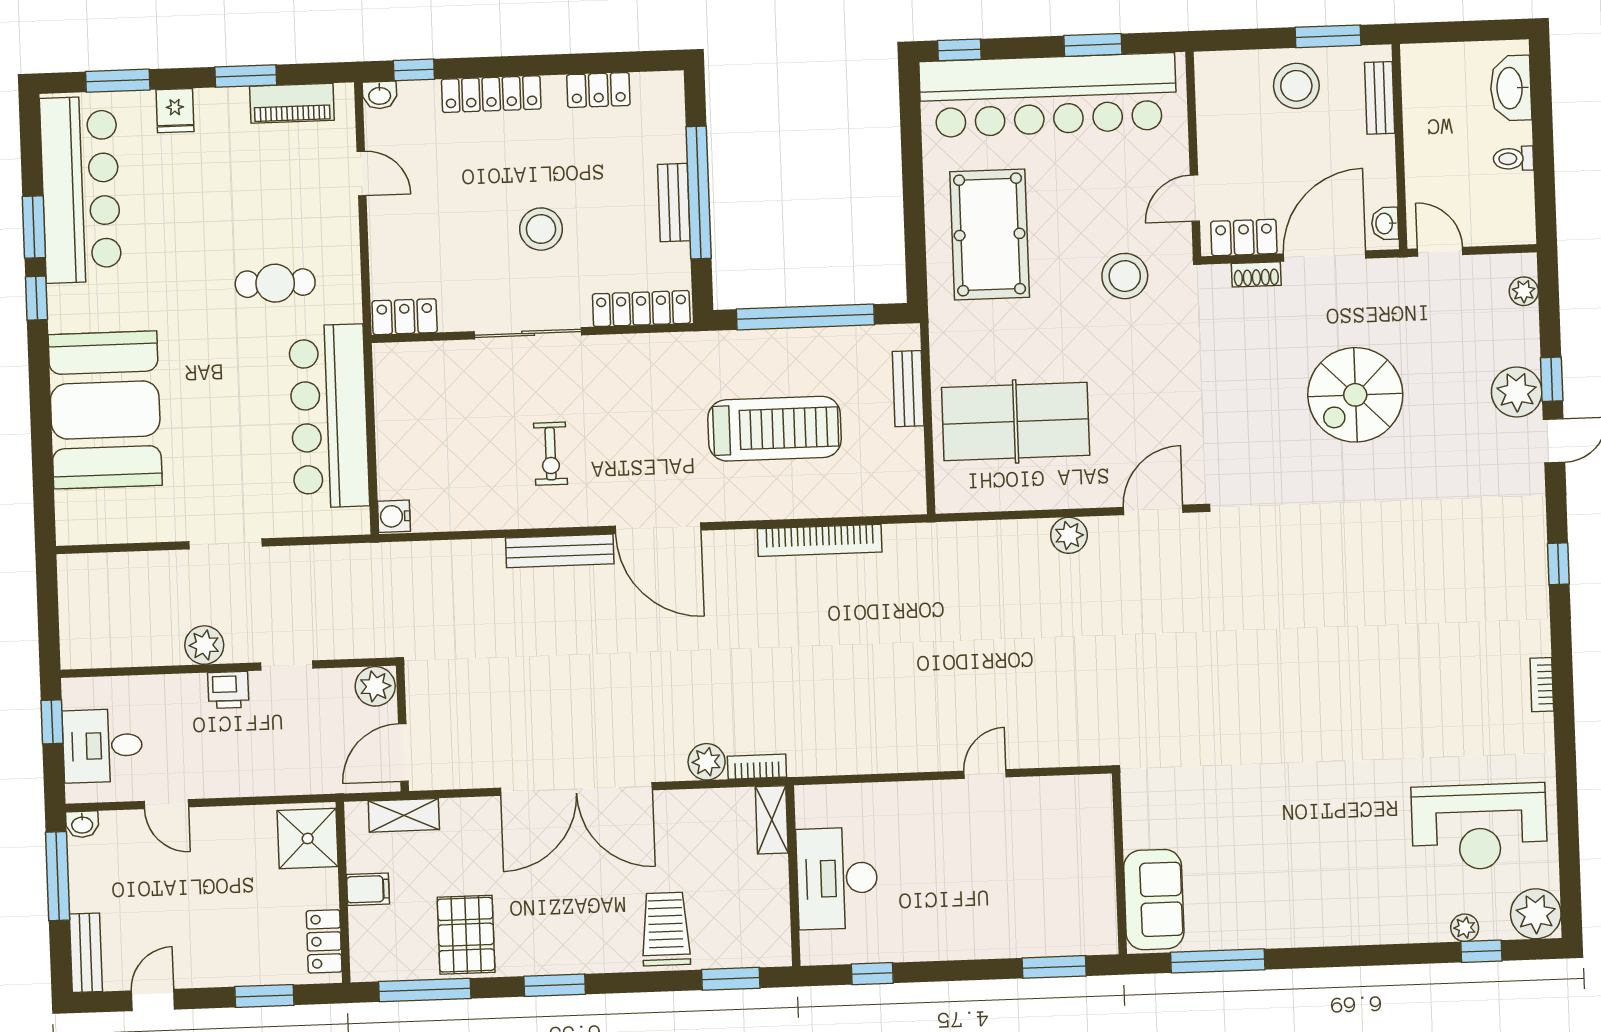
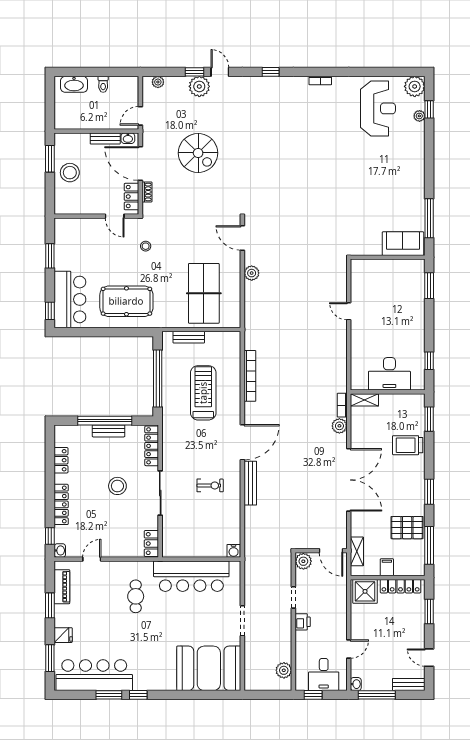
bar counter: (1048, 95) -> (70, 299), width x0.54
bench: (1380, 98) -> (105, 138), moved
stool: (1125, 276) -> (146, 246), width x0.53, depth x0.53
booth: (105, 410) -> (209, 668), moved
plant: (204, 645) -> (284, 670), moved
locker: (324, 941) -> (401, 586), width x1.53

